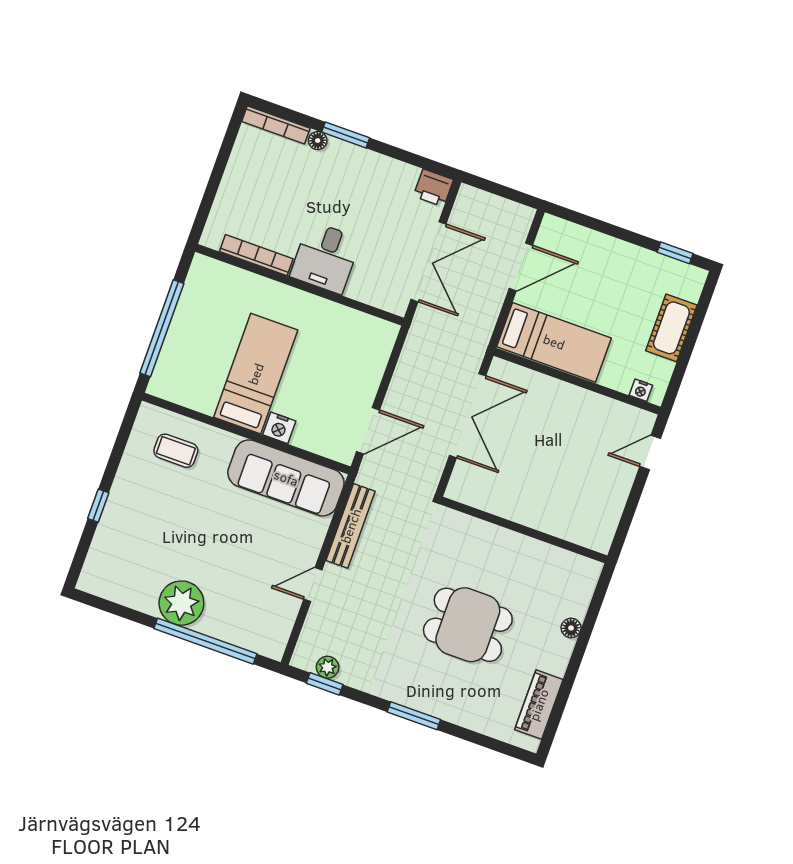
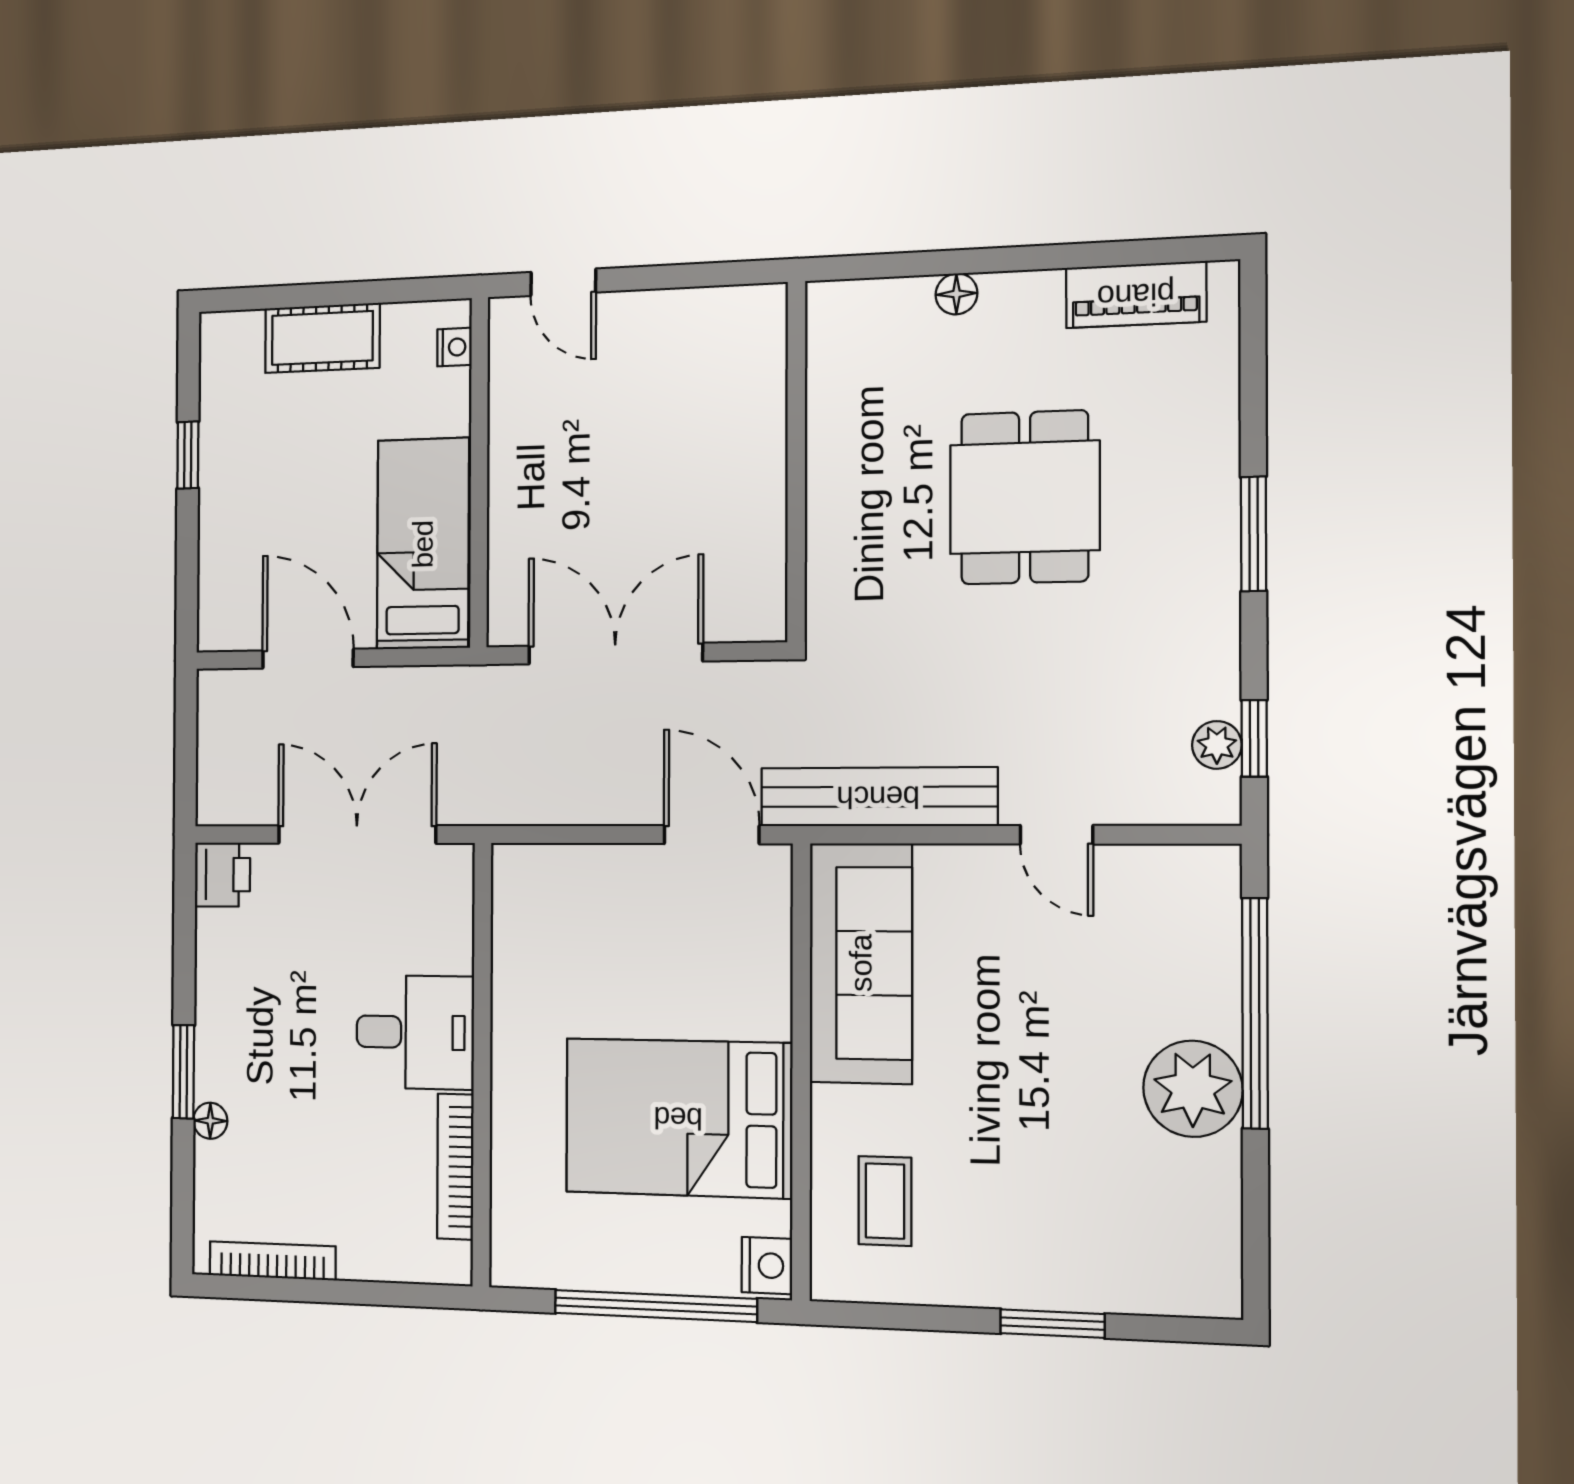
bookcase: (276, 125) -> (272, 1261), moved, turned -90
window: (675, 253) -> (188, 455), moved
bed: (256, 374) -> (678, 1118), width x1.50
nightstand: (279, 428) -> (767, 1266), moved
window: (98, 506) -> (1052, 1324), width x1.50
bench: (351, 526) -> (878, 797), width x1.37, depth x1.21

